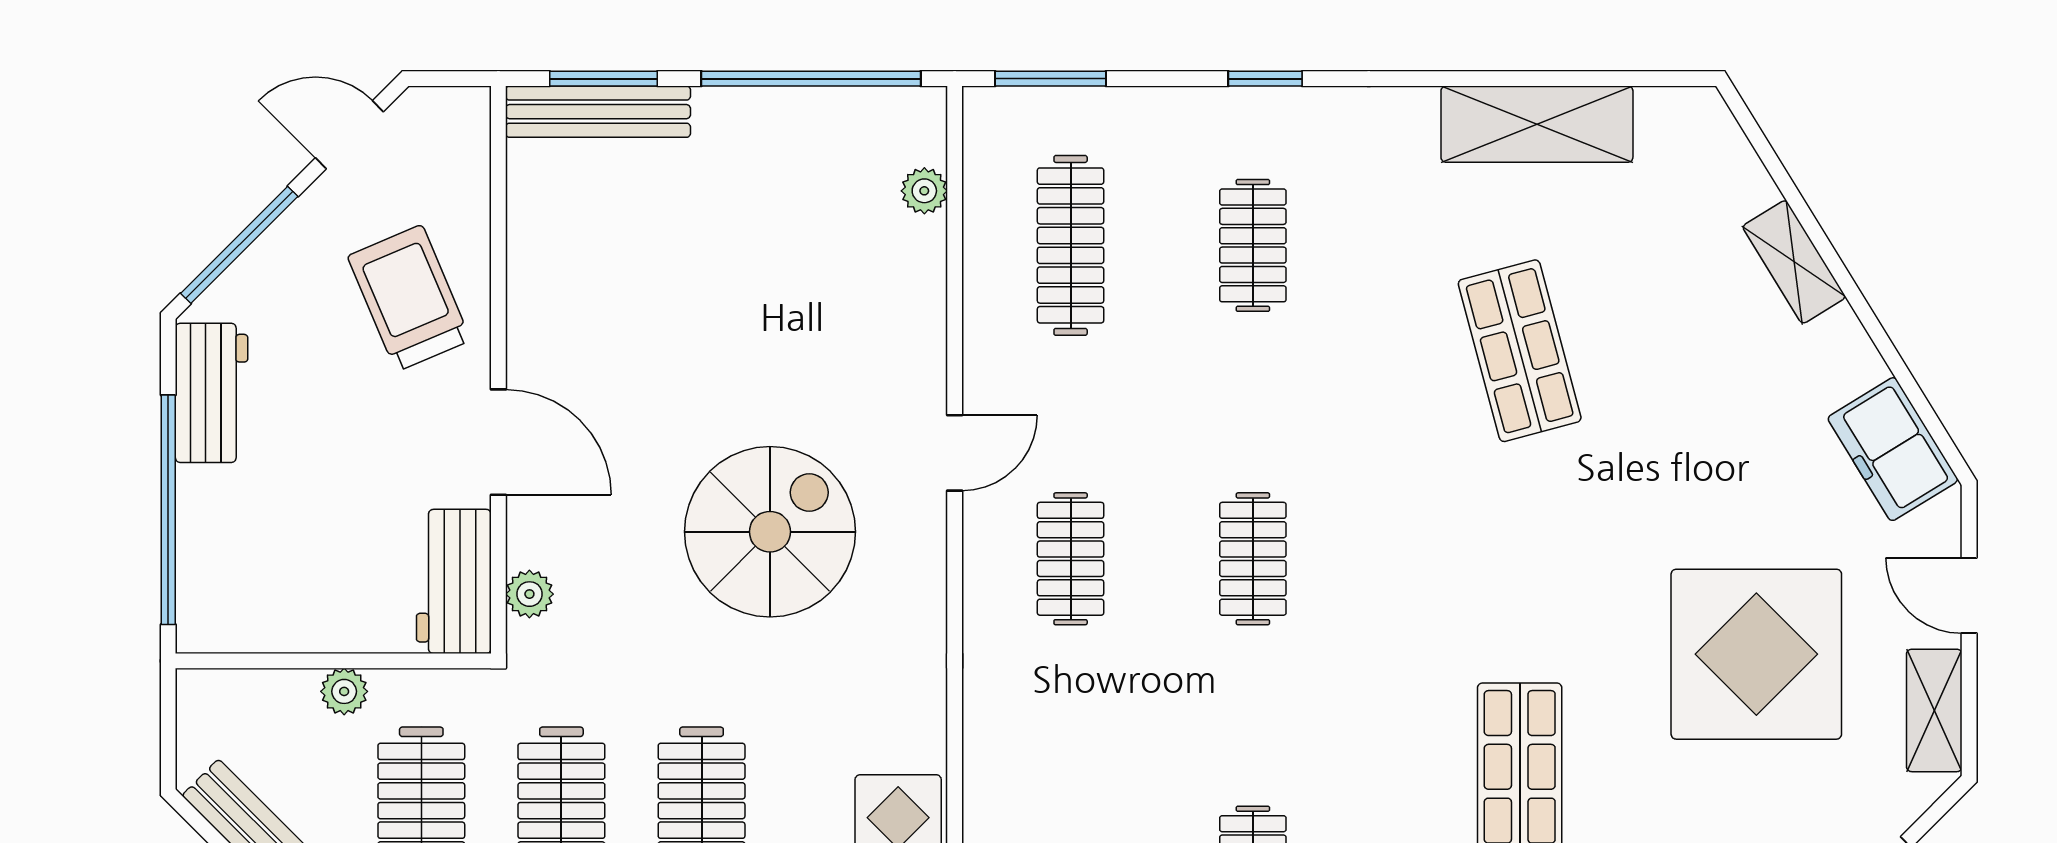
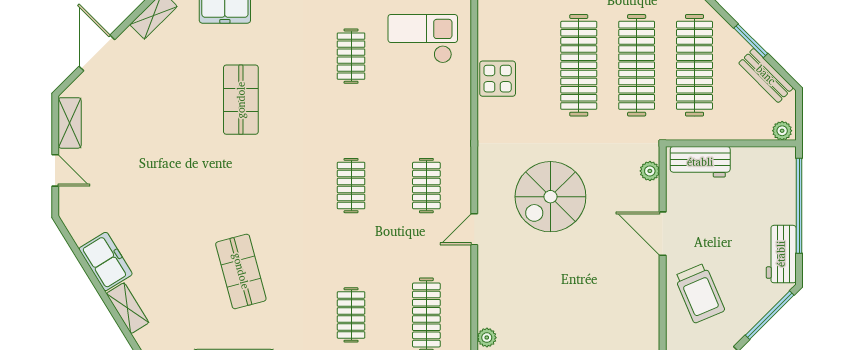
freezer: (1893, 449) -> (106, 261), moved
workbench: (454, 581) -> (700, 162), moved, turned 90
display table: (1756, 654) -> (143, 146), removed
plant: (344, 691) -> (782, 131), moved

